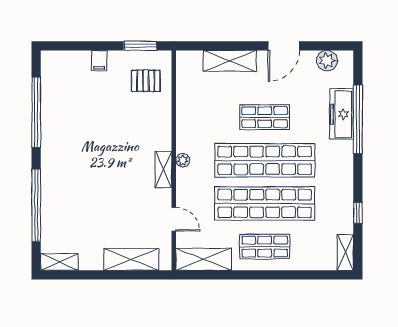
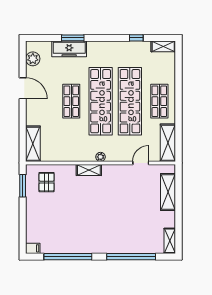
filing cabinet: (99, 61) -> (33, 248), moved
shelving: (230, 61) -> (33, 144), moved
window: (358, 119) -> (73, 38), width x0.47
shelving: (163, 170) -> (89, 170), moved

